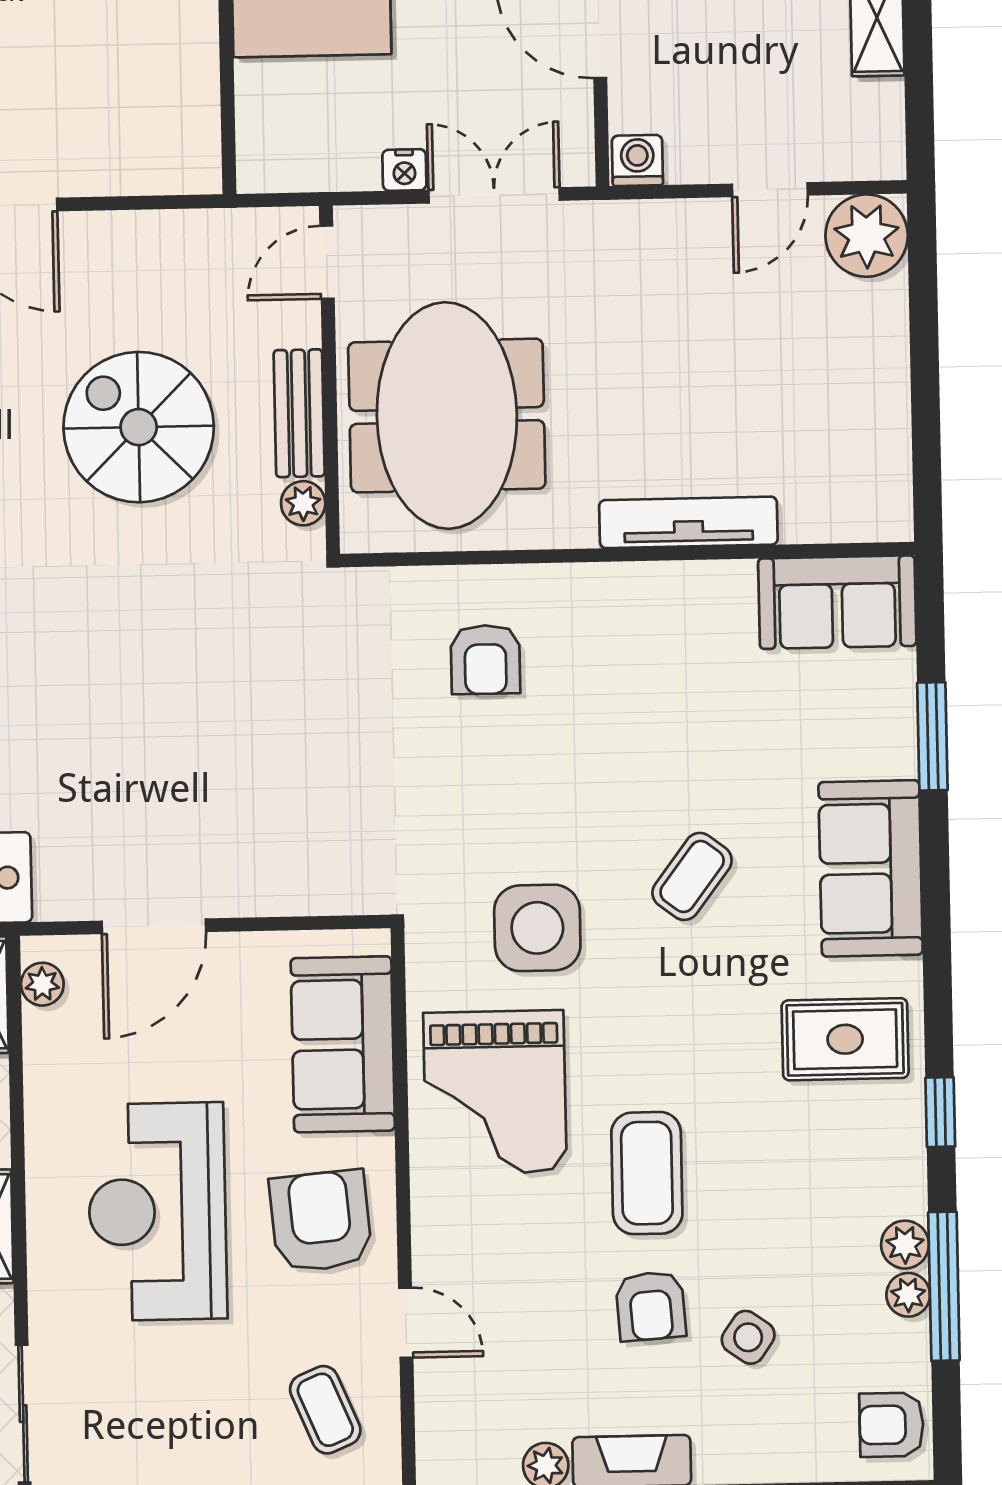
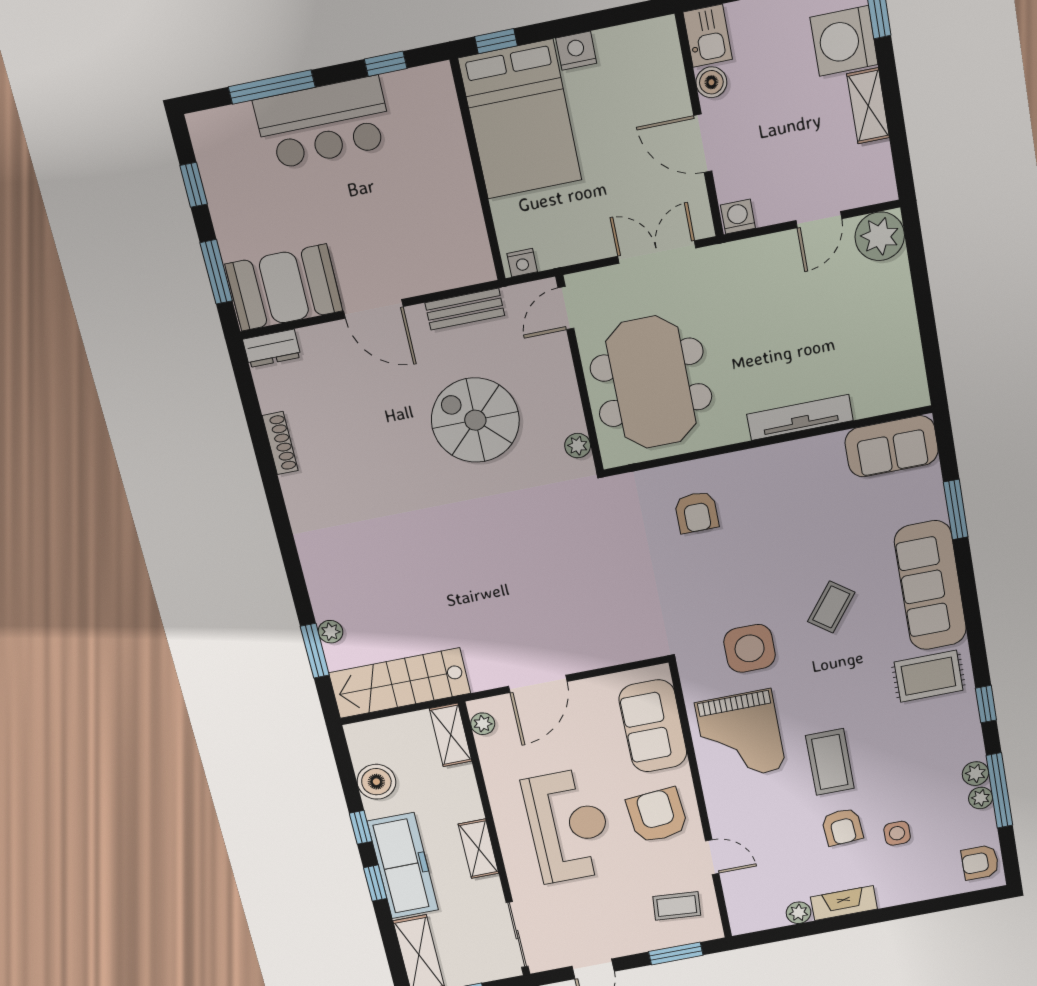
nightstand: (404, 170) -> (522, 263), moved
bench: (299, 413) -> (465, 309), moved, turned 90
sofa: (871, 868) -> (930, 586), width x1.36
reception desk: (157, 1212) -> (568, 826), turned 180
side table: (748, 1337) -> (897, 833), turned -35
coffee table: (325, 1410) -> (677, 906), turned -62

